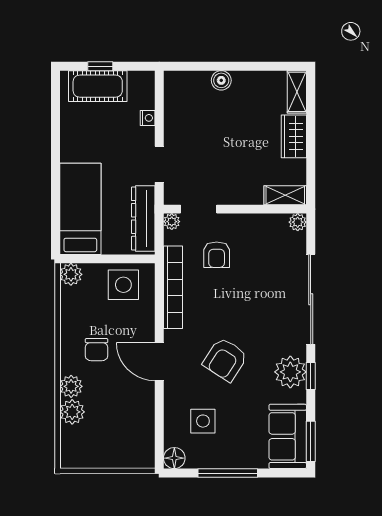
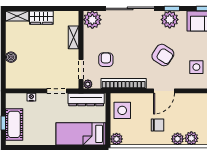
shelving: (285, 195) -> (73, 37), moved
plant: (298, 222) -> (92, 20), width x1.87, depth x1.87
armchair: (217, 255) -> (106, 60), turned -90

